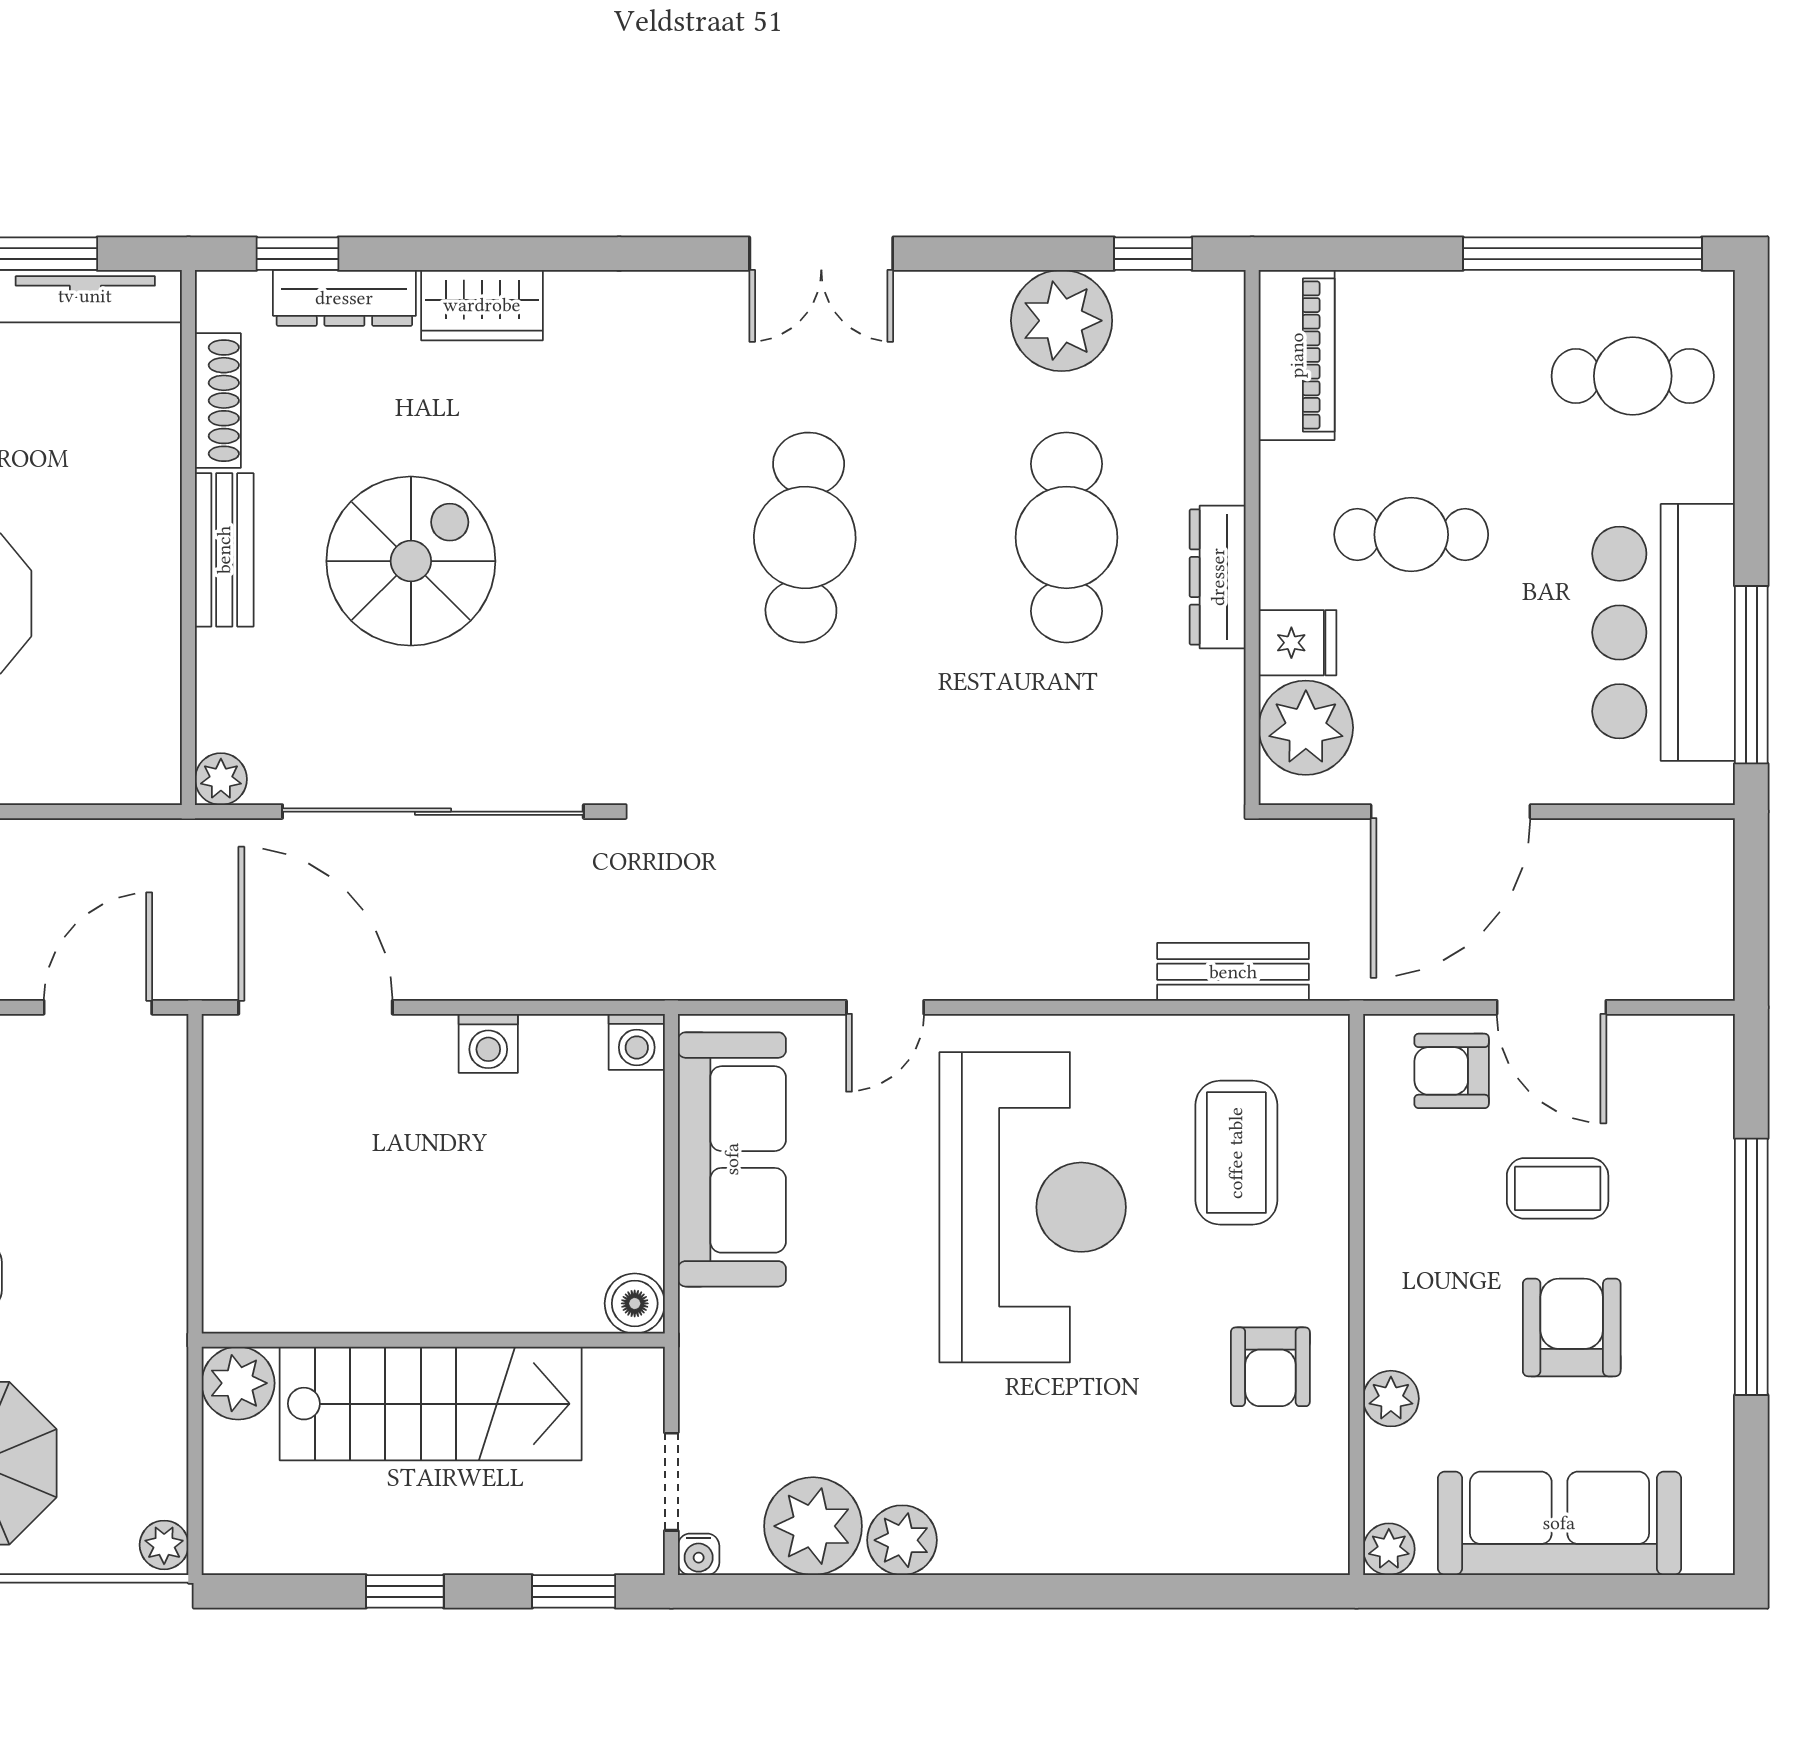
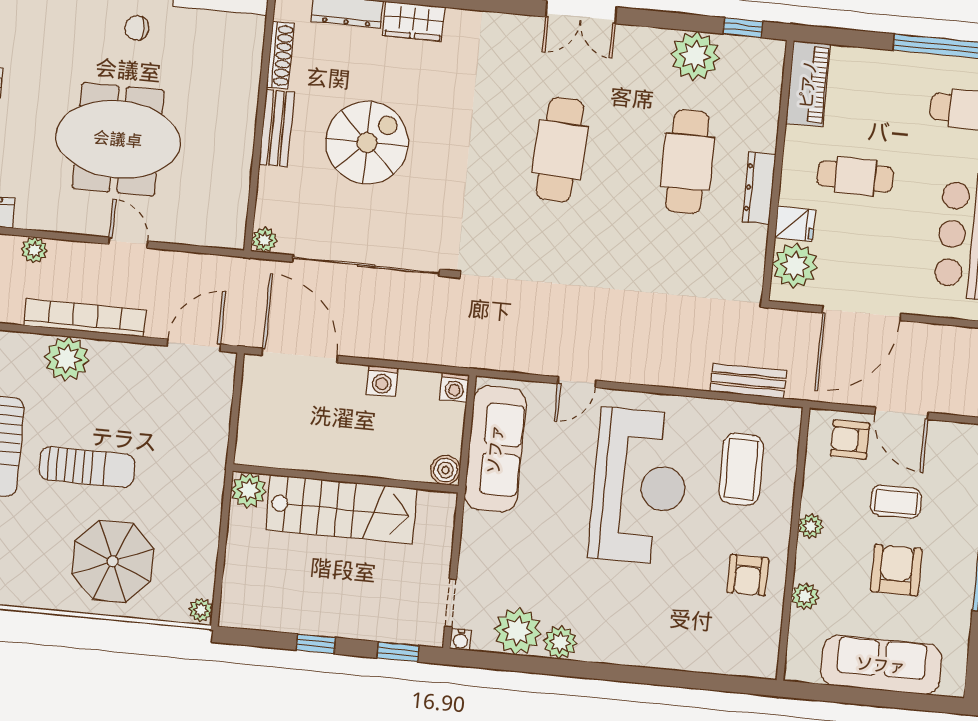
boiler: (635, 1303) -> (446, 470), moved
wall: (433, 1340) -> (346, 478), moved
plant: (238, 1383) -> (249, 490), moved
stairs: (431, 1404) -> (341, 509), moved
plant: (1389, 1549) -> (811, 526), moved

